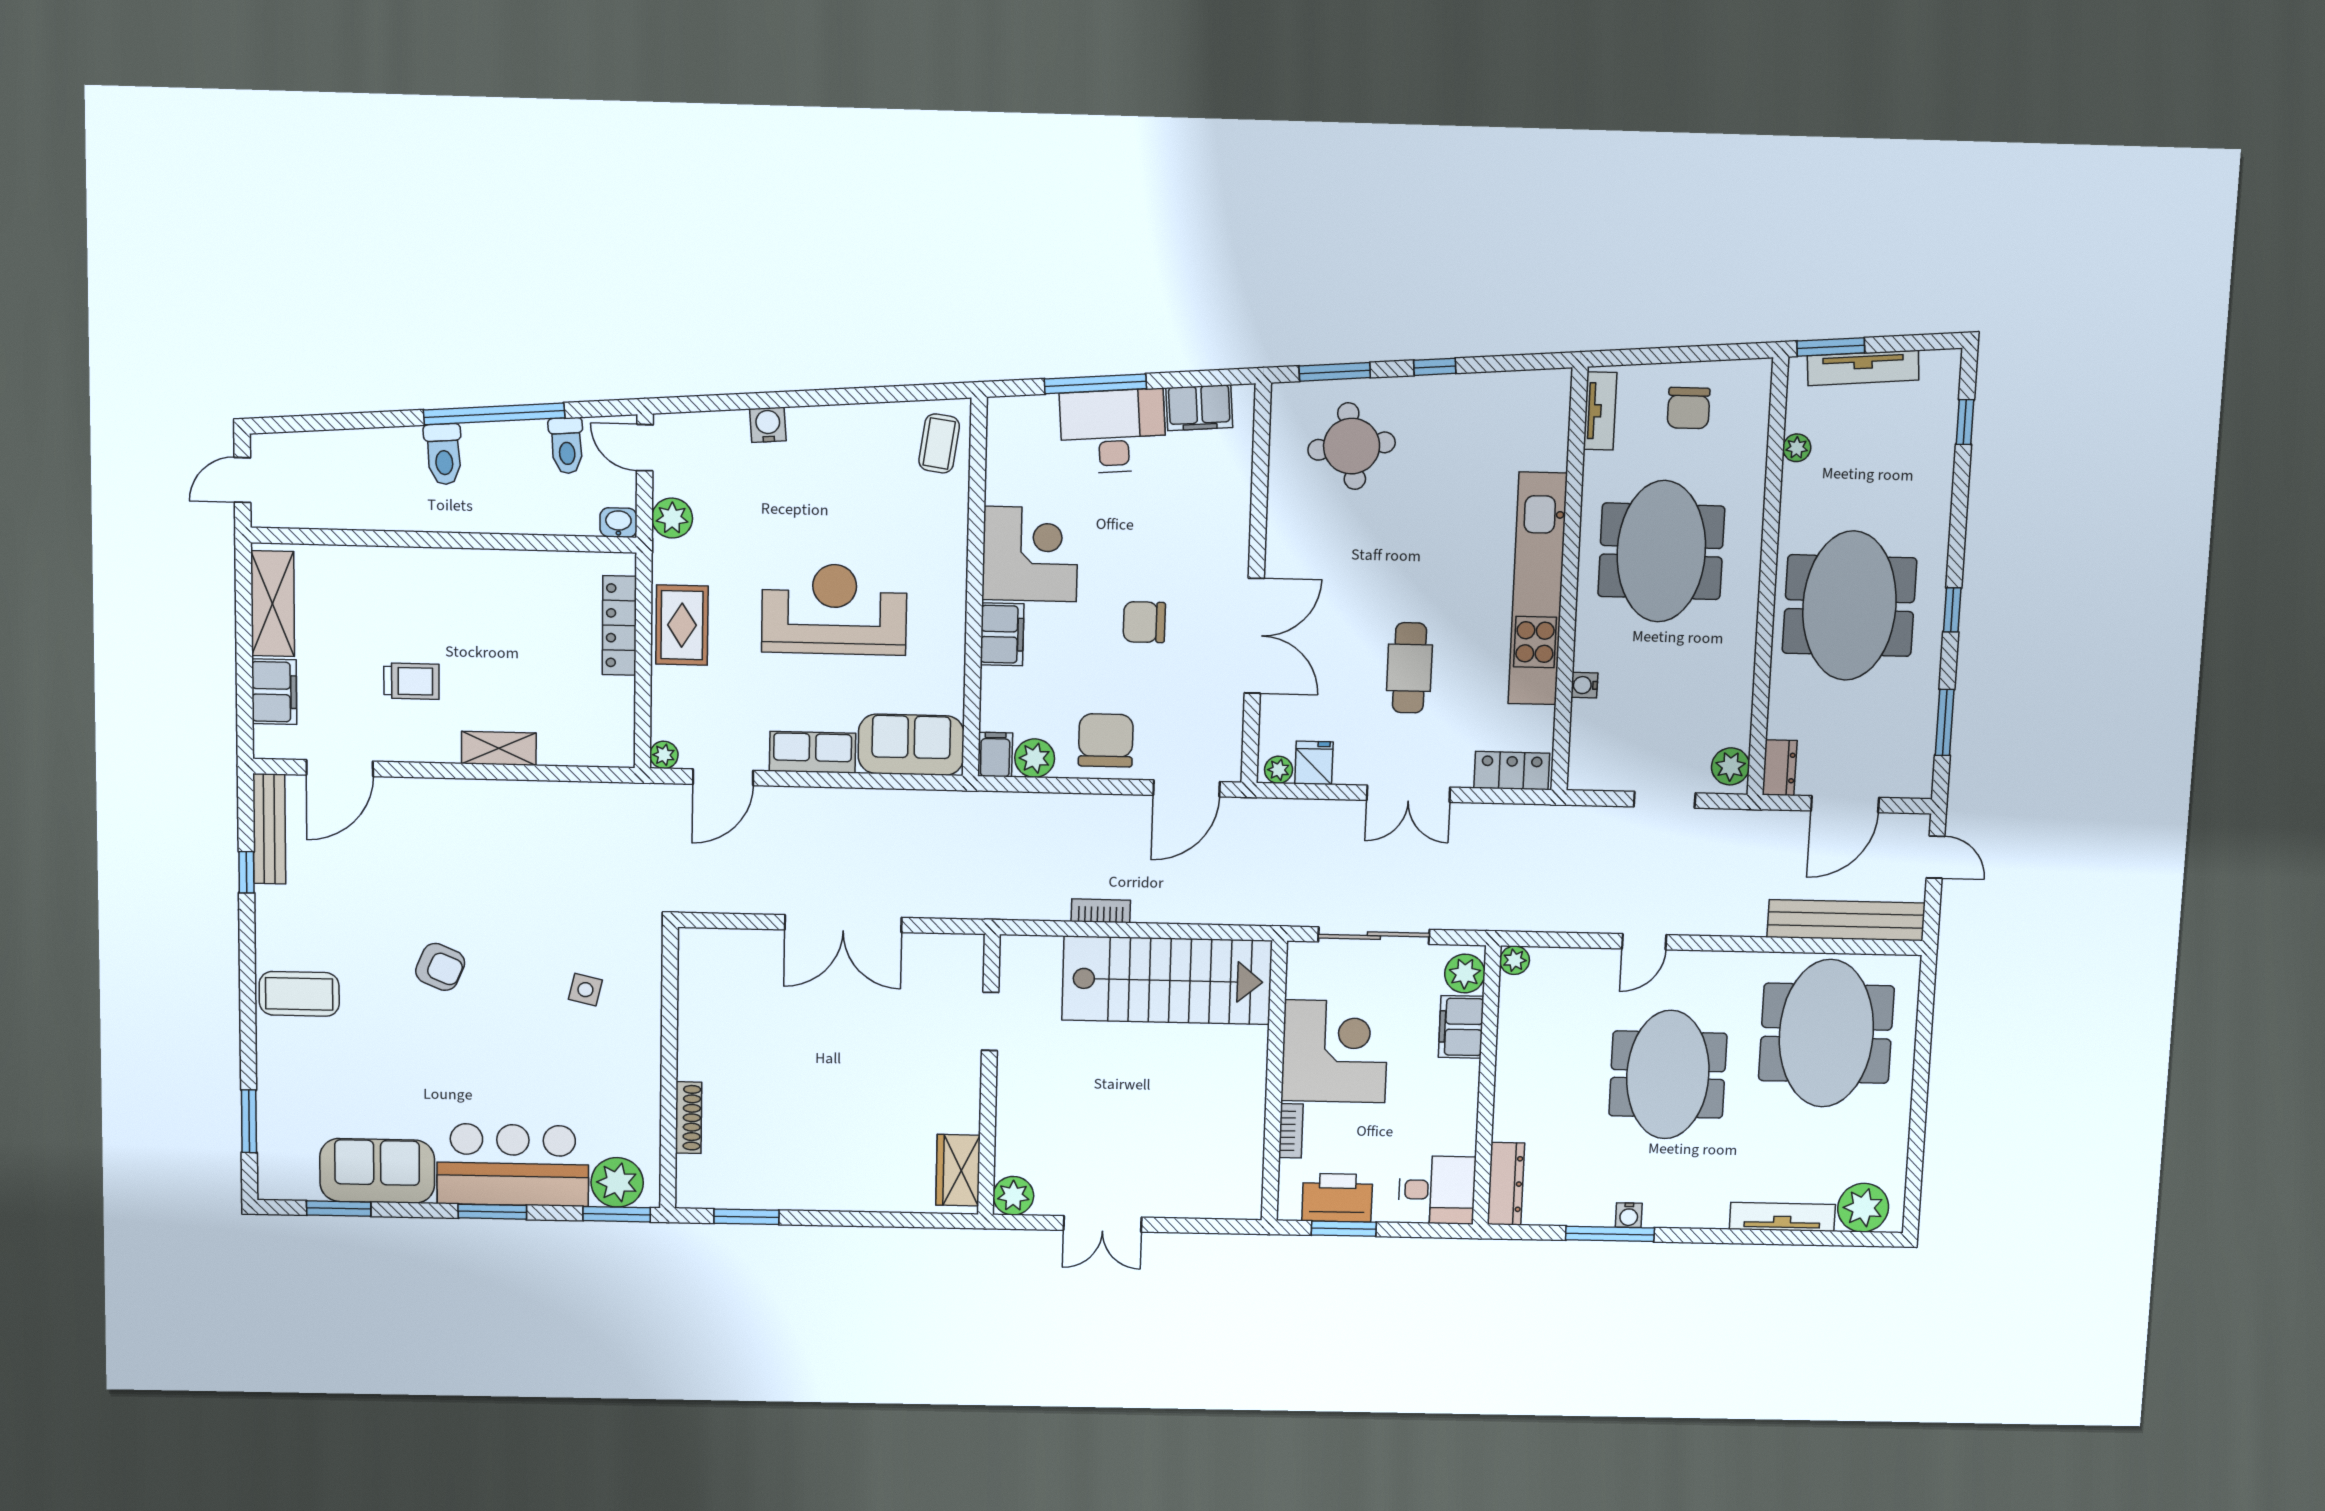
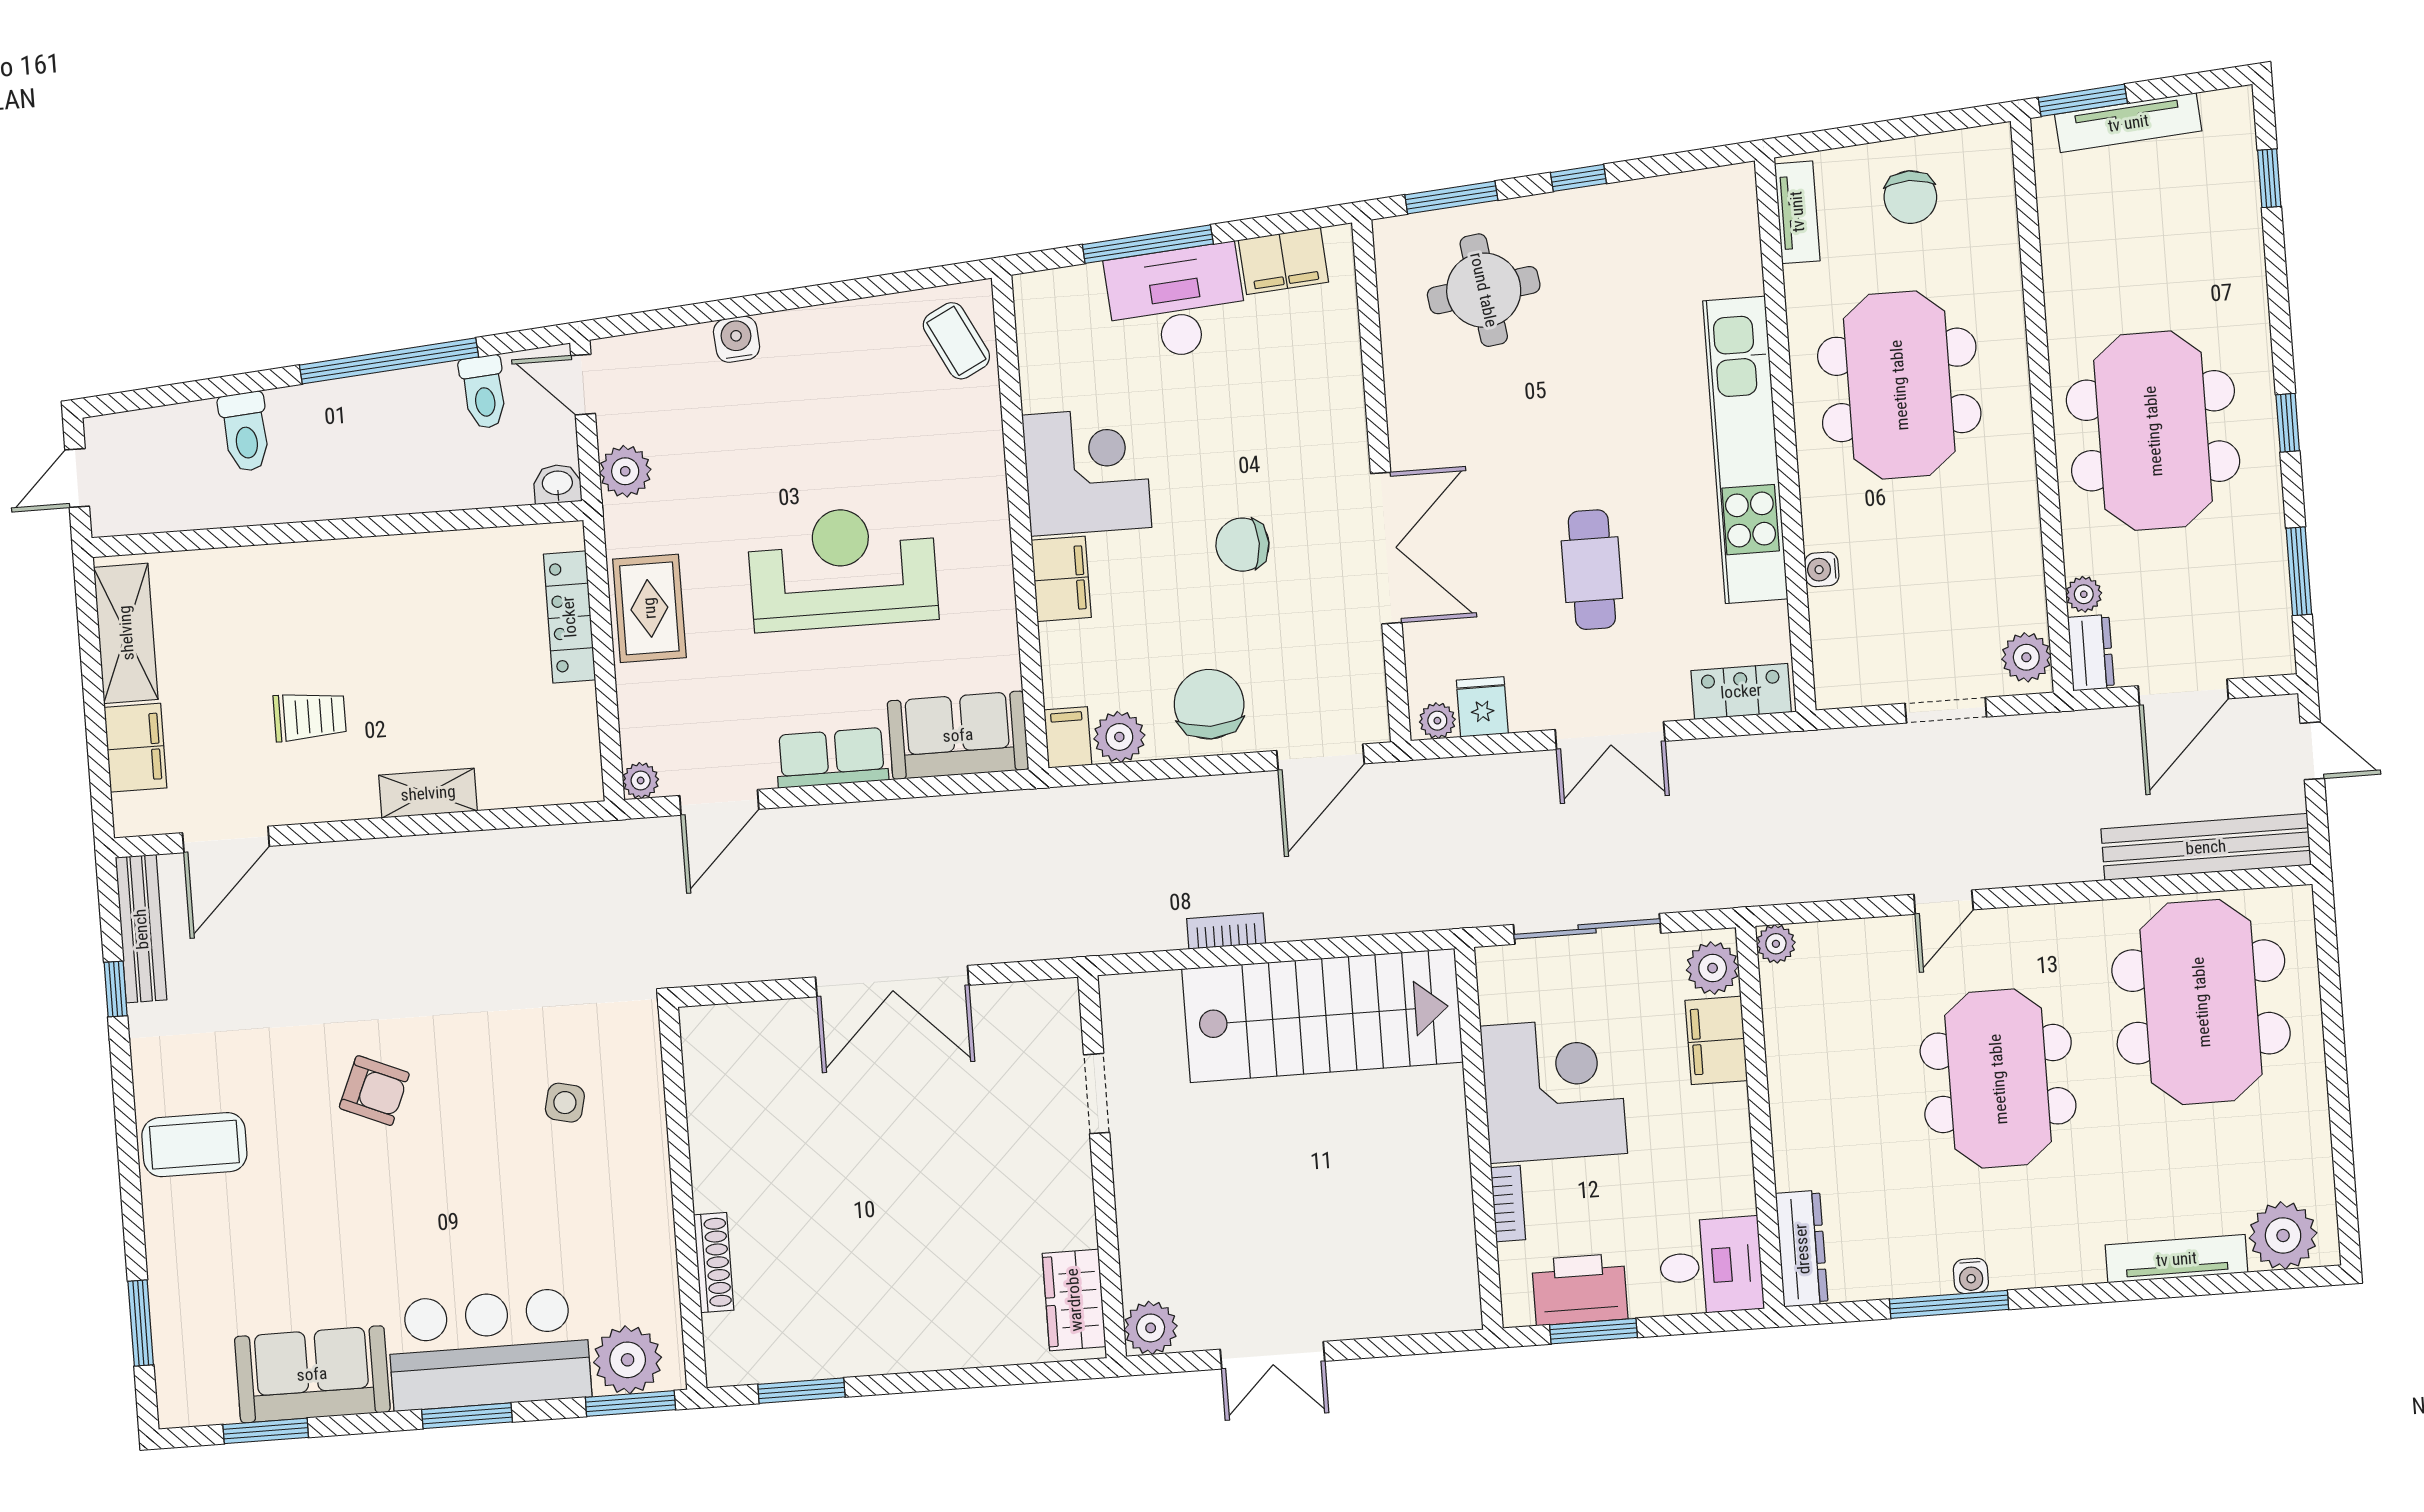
coffee table: (939, 443) -> (956, 341), turned -35
plant: (1797, 448) -> (2084, 594), moved
toilet: (444, 454) -> (245, 432), moved

